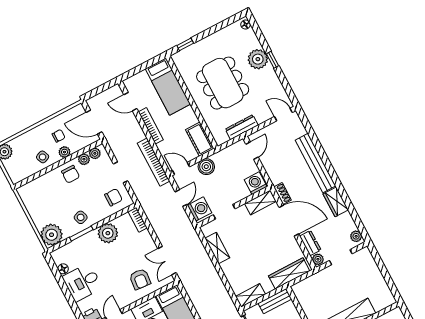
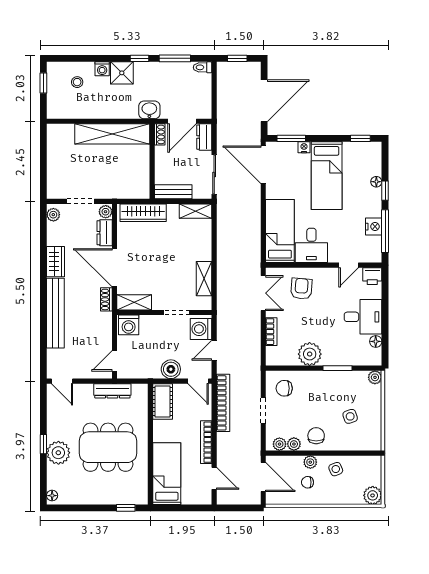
dining table: (223, 83) -> (108, 447), turned 90
side table: (81, 217) -> (350, 416), moved
bookcase: (138, 220) -> (271, 332), moved
plant: (52, 235) -> (375, 377), width x0.53, depth x0.53

